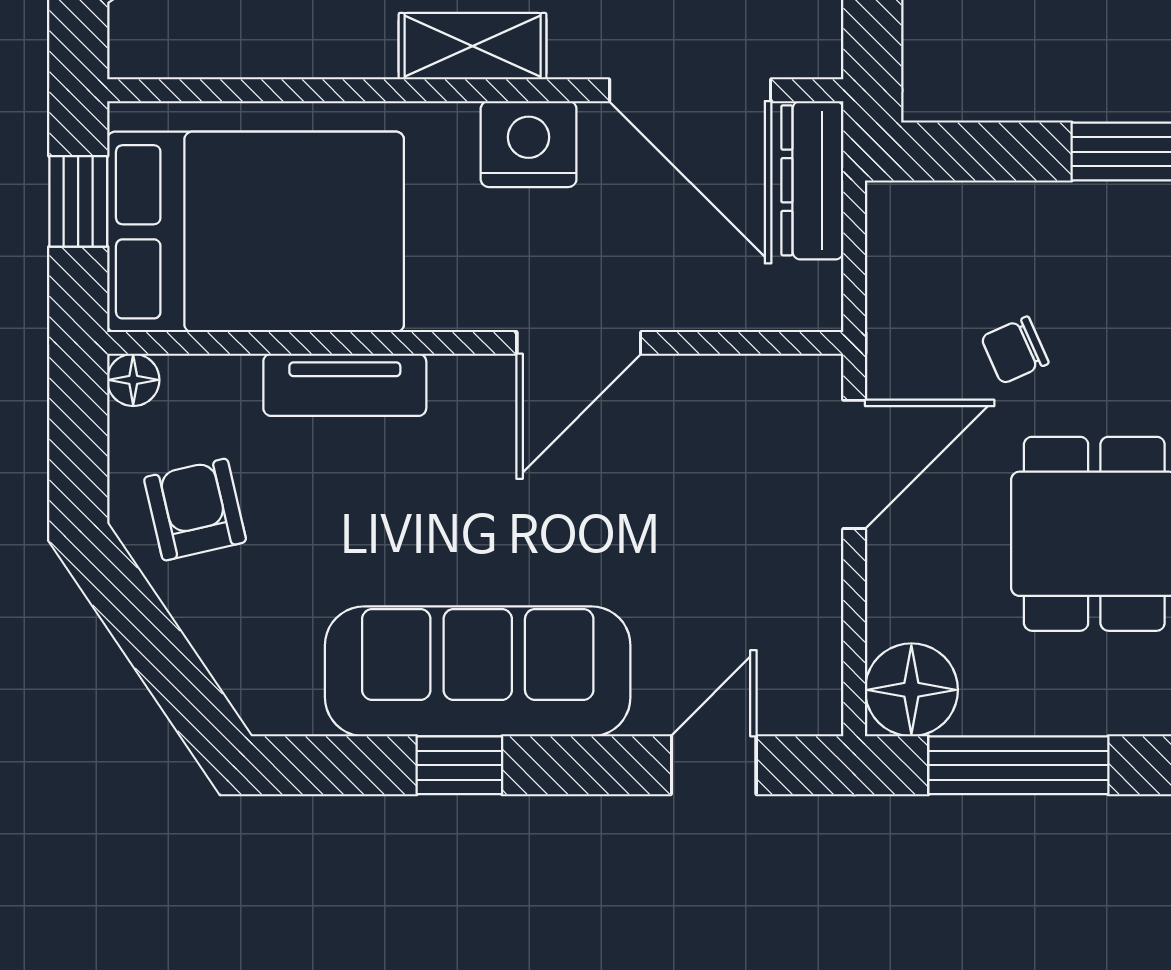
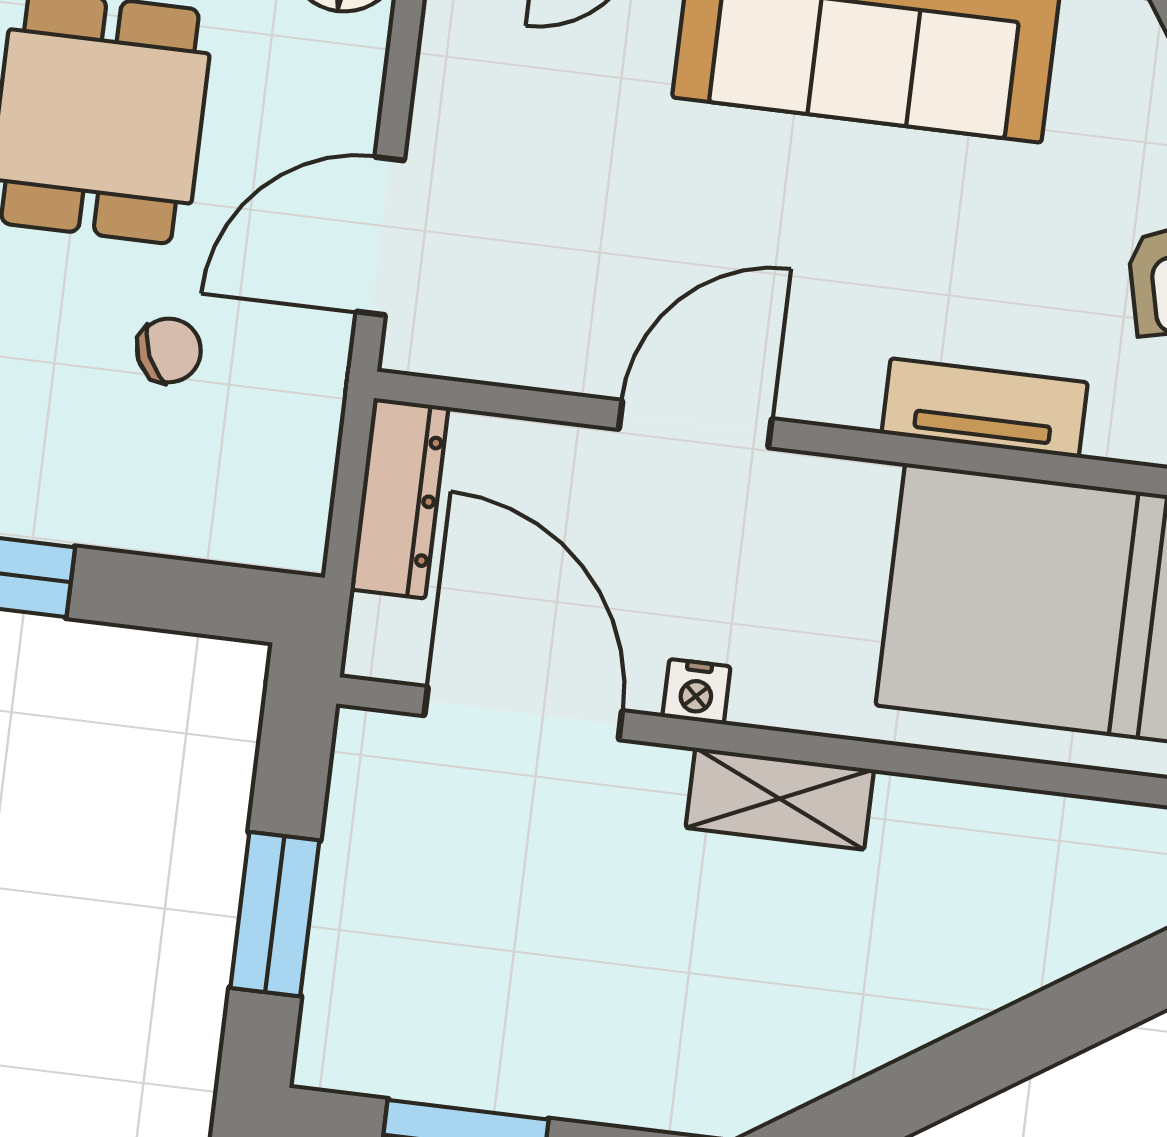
nightstand: (529, 144) -> (696, 692), width x0.53, depth x0.56
dresser: (812, 180) -> (399, 498), moved

